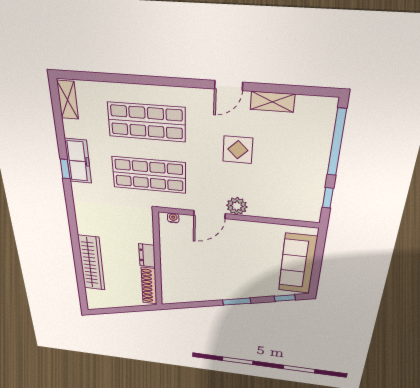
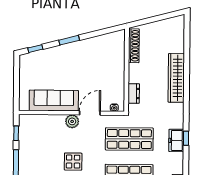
freezer: (78, 161) -> (176, 140), width x0.71
dresser: (147, 256) -> (134, 93), moved
wardrobe: (91, 263) -> (176, 78), moved
sofa: (298, 264) -> (54, 101), moved, turned -90

